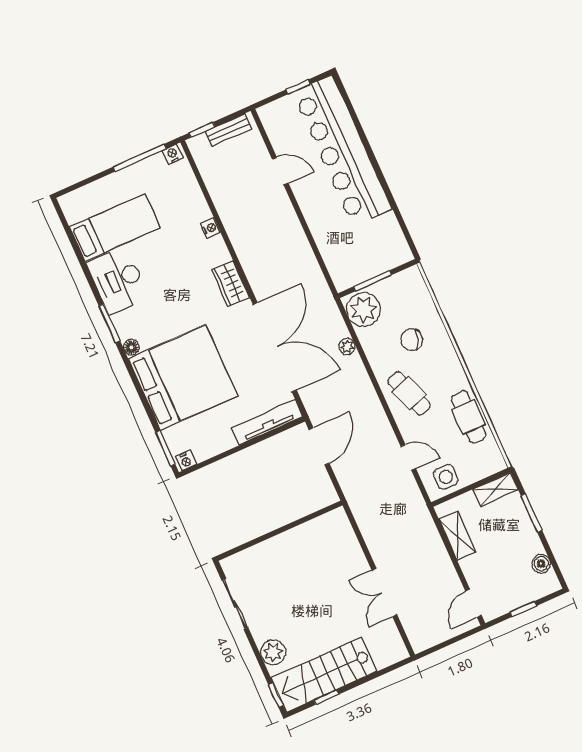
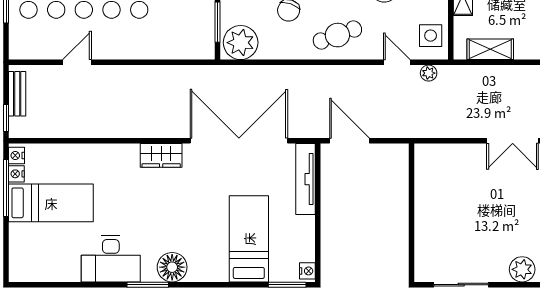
bed: (115, 227) -> (51, 203), moved, turned 90
nightstand: (210, 228) -> (16, 174), moved, turned -90
plant: (347, 346) -> (429, 73), moved
floor lamp: (131, 347) -> (172, 267), width x1.89, depth x1.89
bed: (183, 377) -> (249, 239), width x0.49
door: (408, 457) -> (397, 62), hinge flipped

